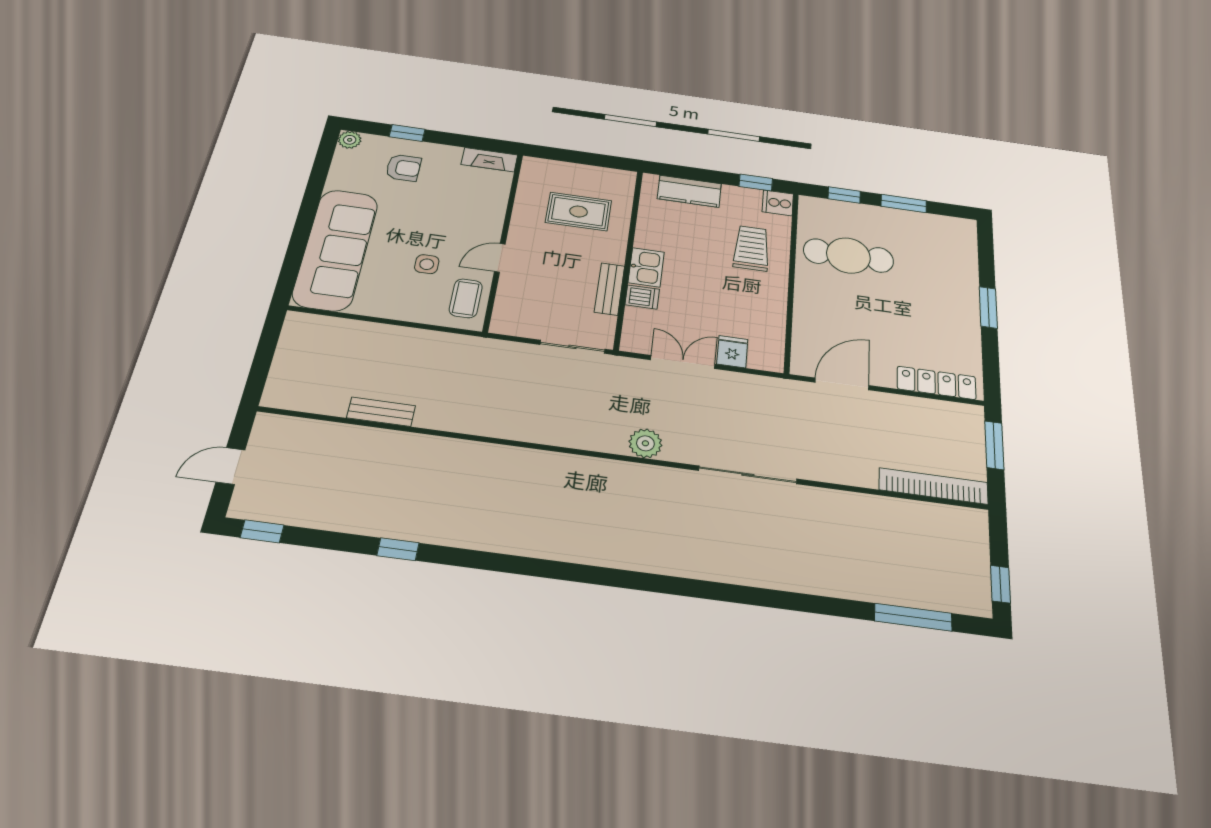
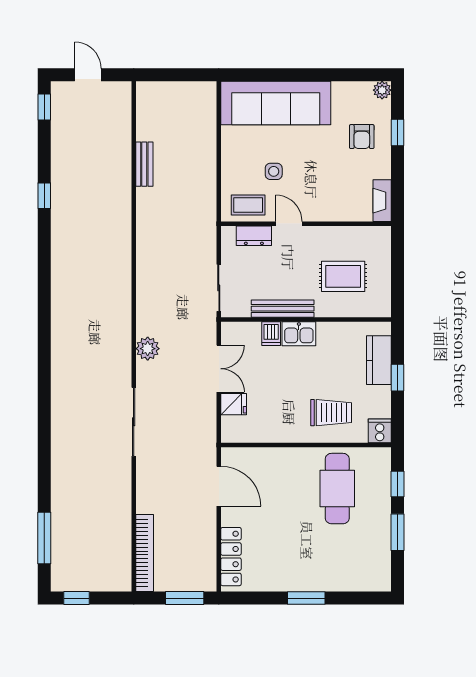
window: (756, 182) -> (397, 378), moved
rug: (579, 212) -> (343, 276), turned 90
bench: (610, 289) -> (283, 309), width x1.36
dresser: (508, 298) -> (254, 236), added

